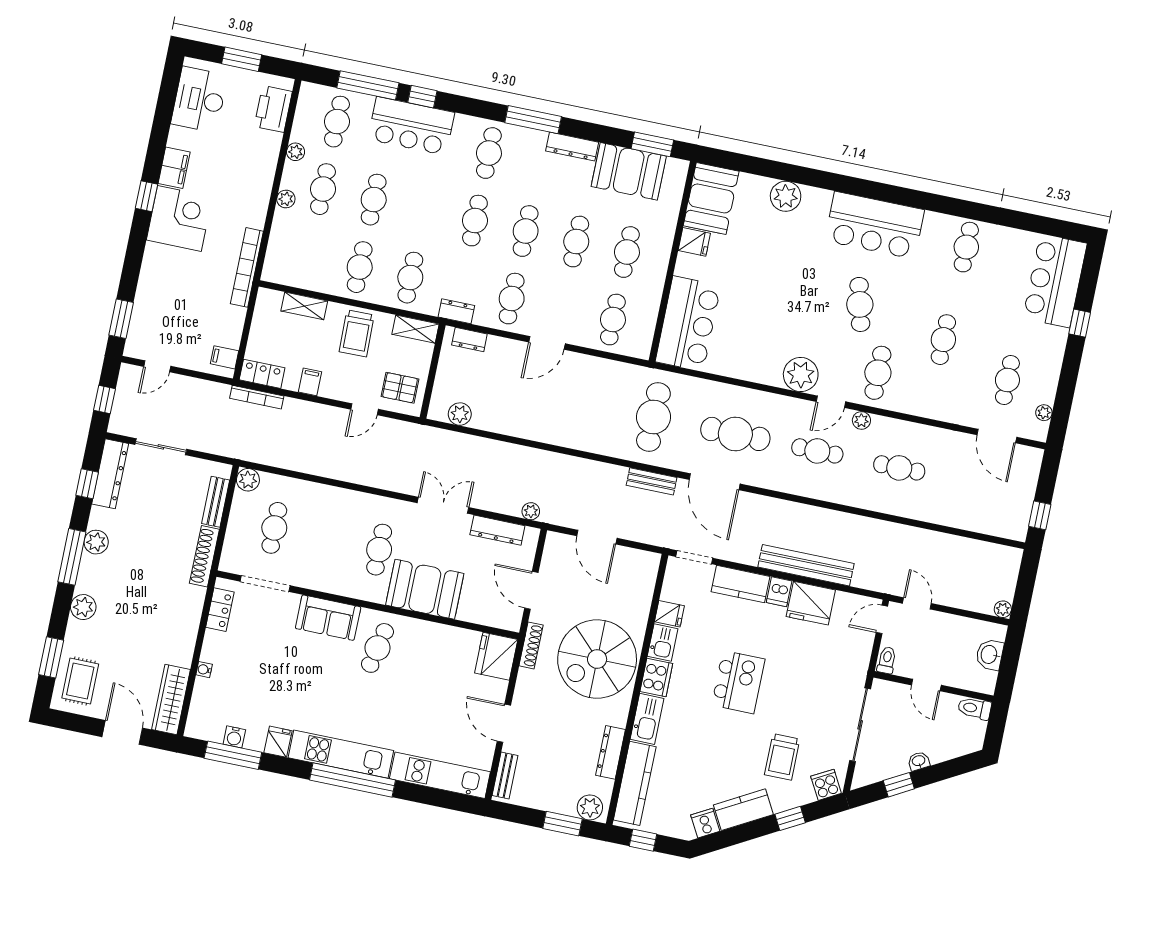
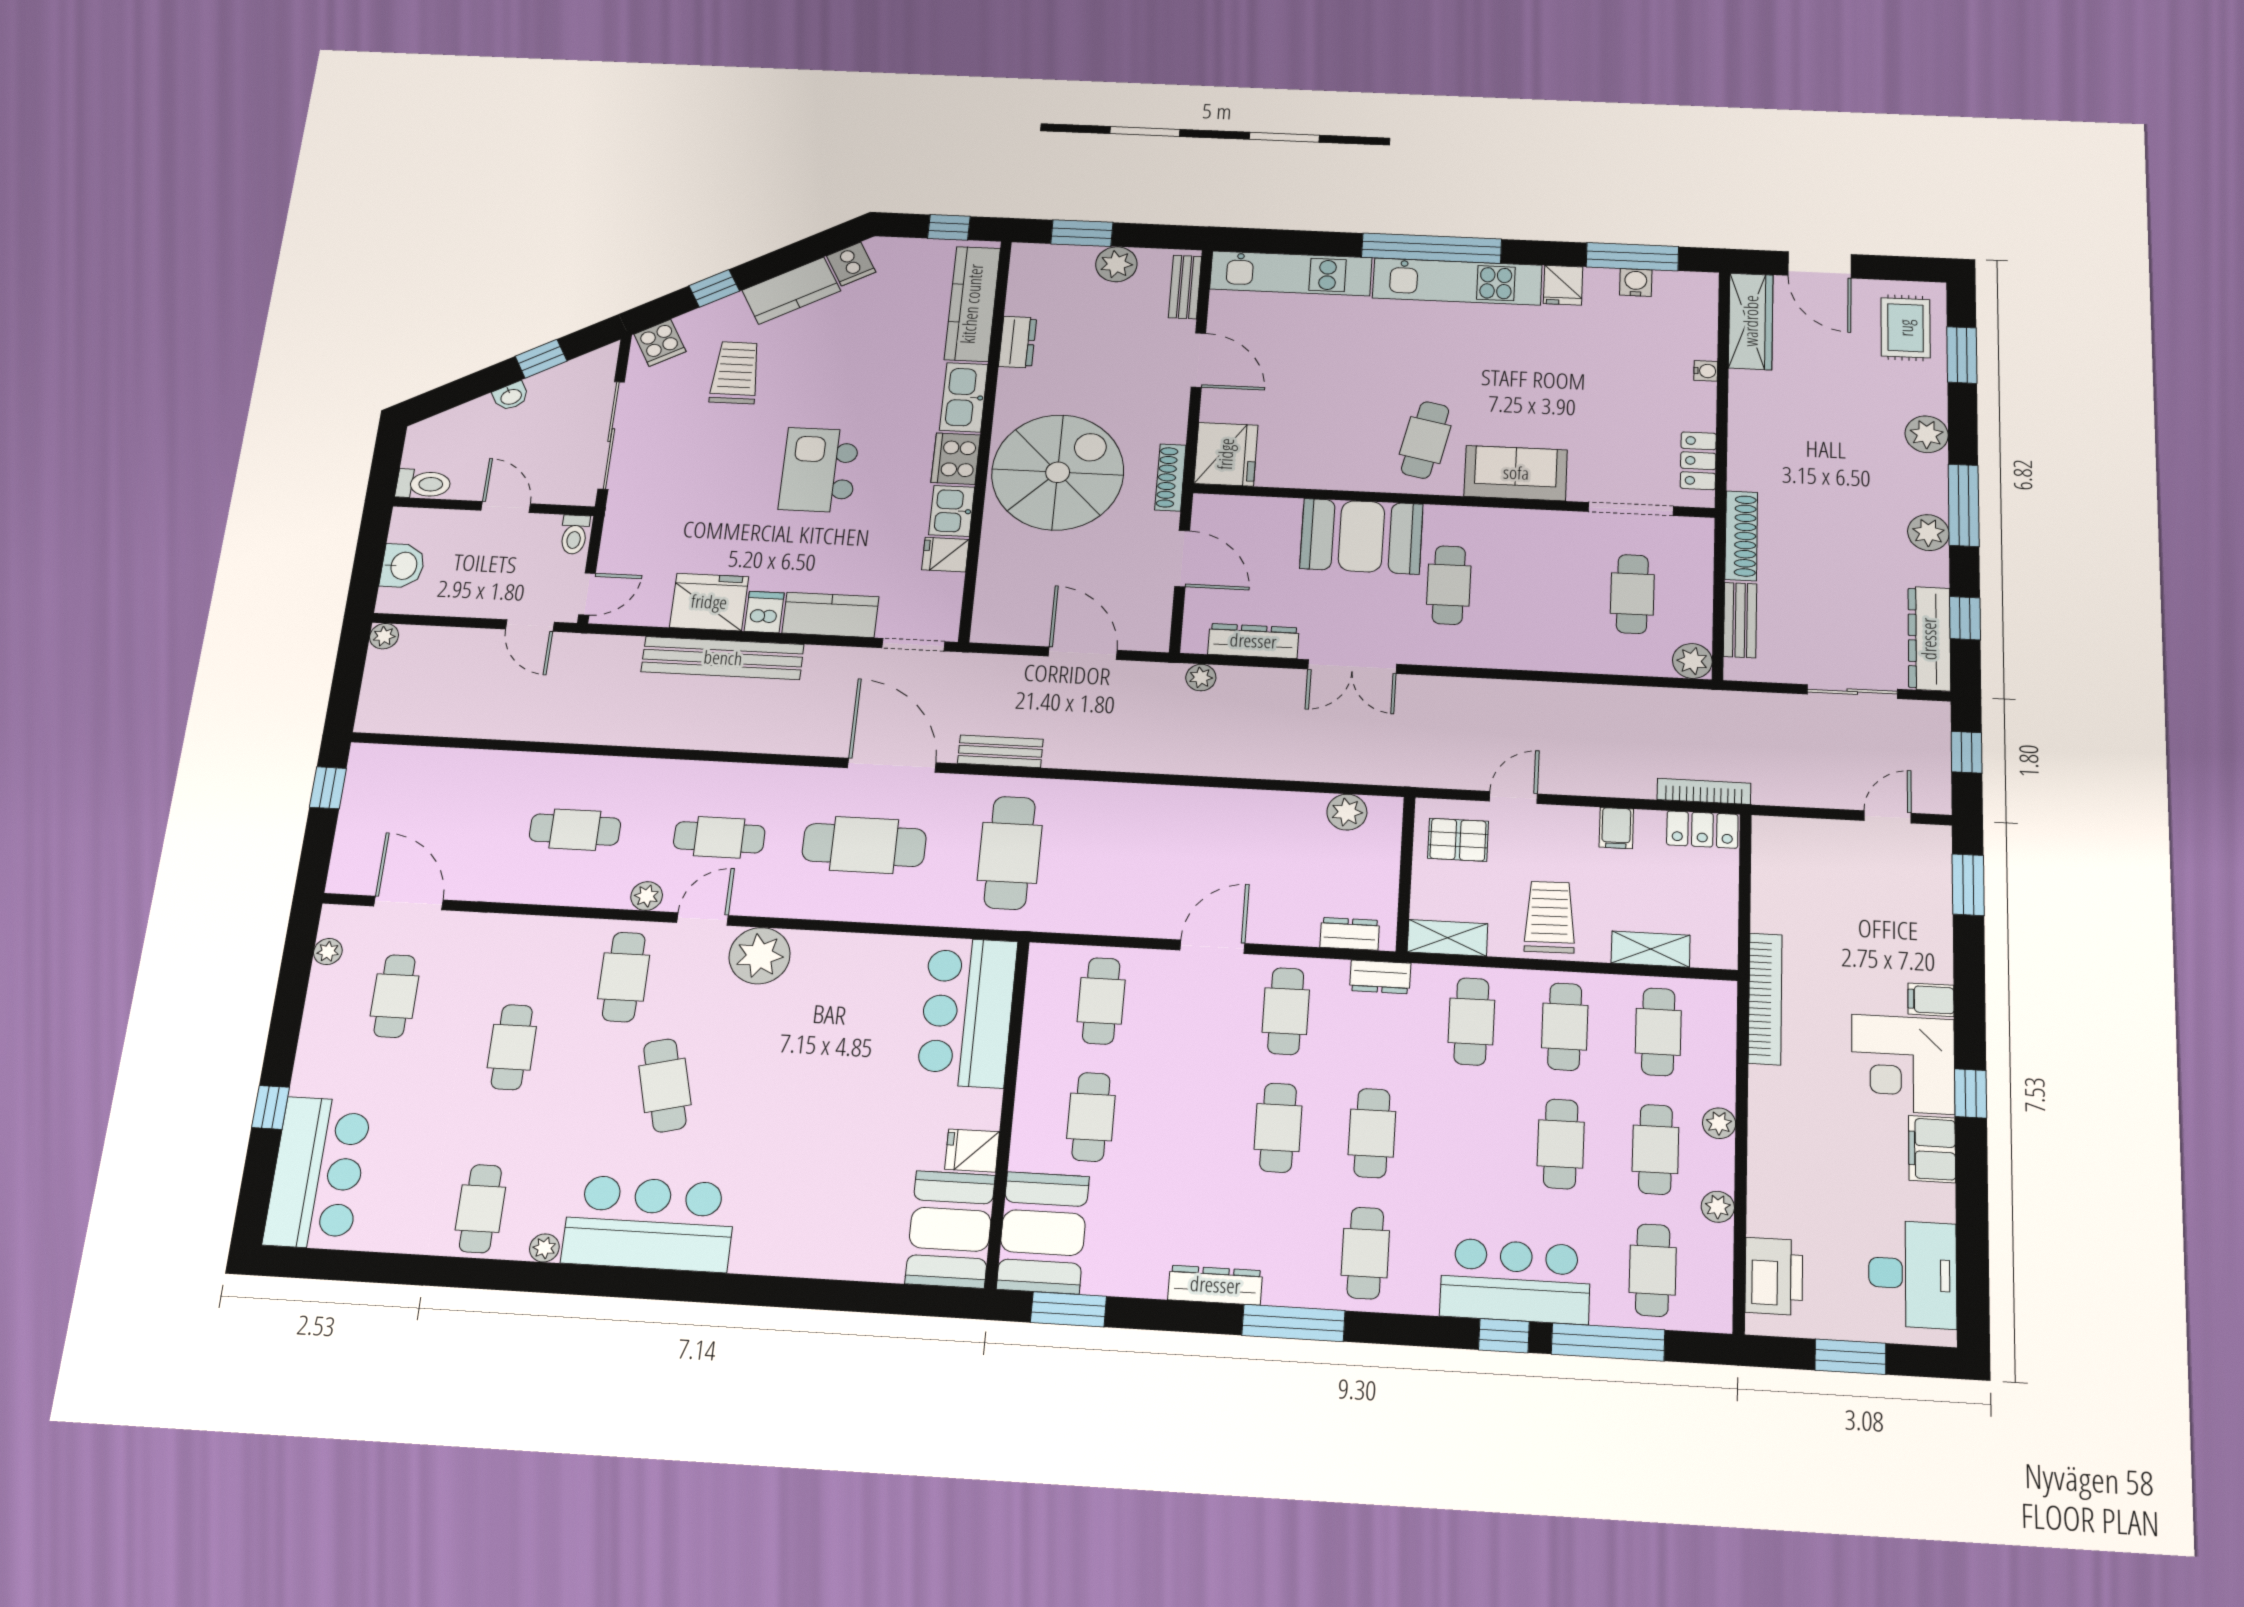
booth: (629, 171) -> (1043, 1233), moved, turned 90
plant: (786, 196) -> (544, 1248), moved, width x0.53, depth x0.53
cafe table: (576, 242) -> (1658, 1032), moved
filing cabinet: (224, 357) -> (1931, 1000), moved, turned 180
dresser: (610, 752) -> (1018, 342), width x0.70
plant: (590, 807) -> (1116, 264), moved

